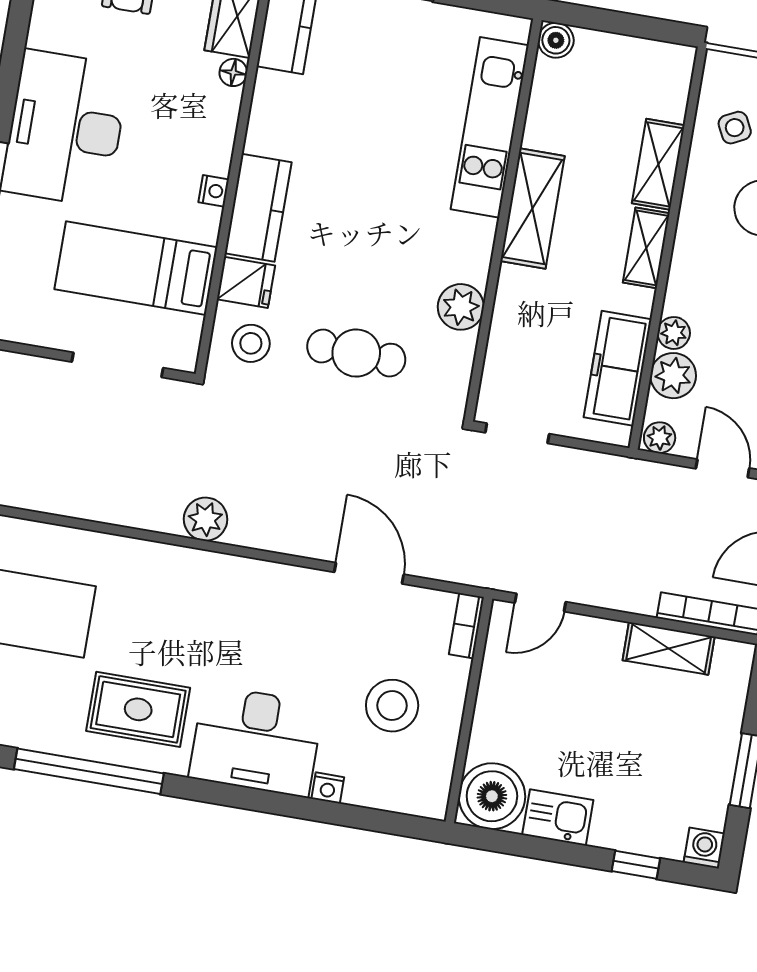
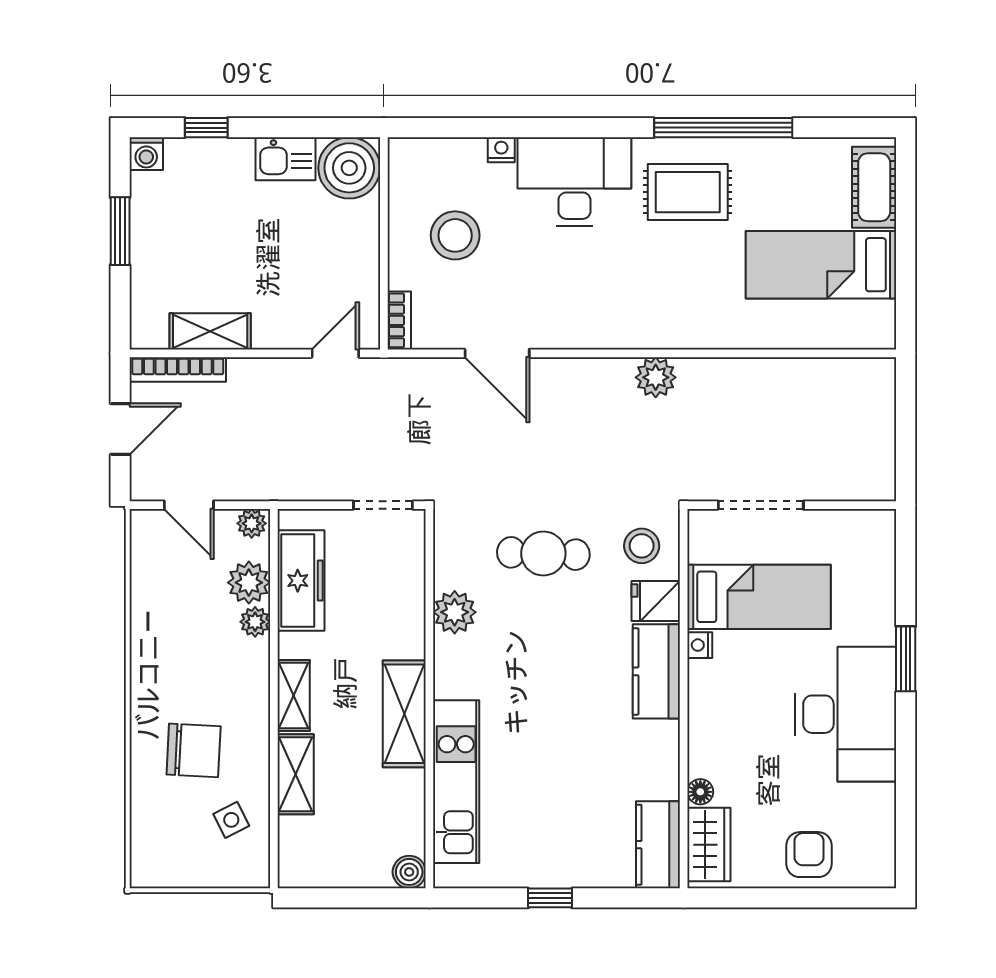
nightstand: (214, 191) -> (700, 645), moved

